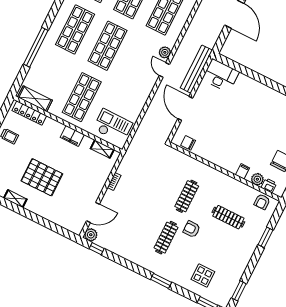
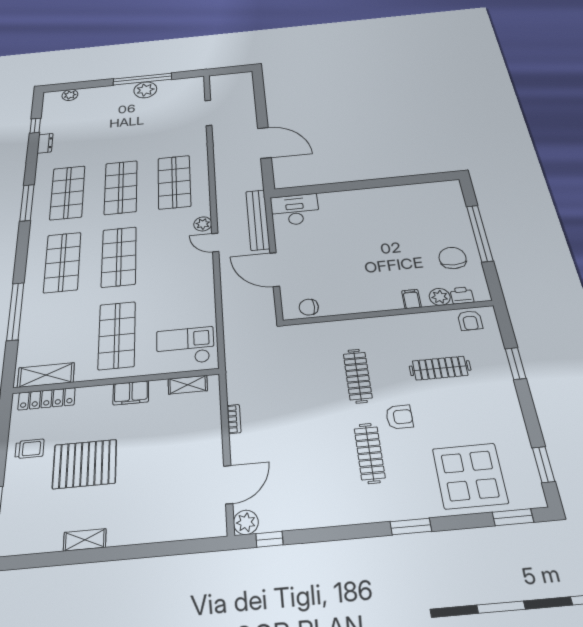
pallet: (42, 177) -> (85, 464), moved
armchair: (192, 229) -> (399, 417), turned 180
display table: (203, 276) -> (470, 476), width x1.86, depth x1.86

